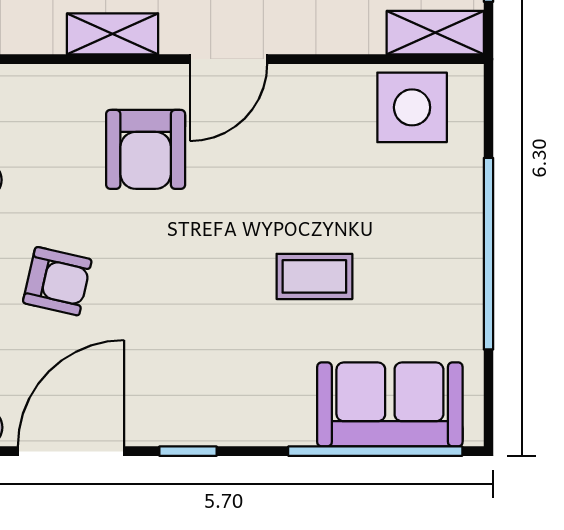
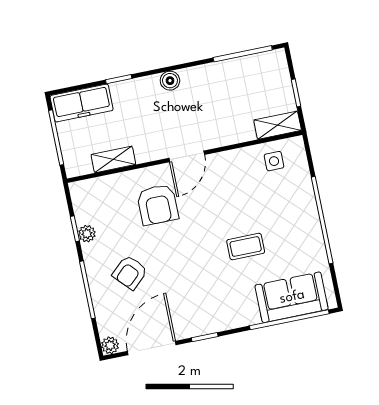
shelving: (113, 34) -> (113, 159), moved
side table: (412, 107) -> (274, 161), width x0.54, depth x0.54
armchair: (57, 281) -> (130, 272), turned 124

